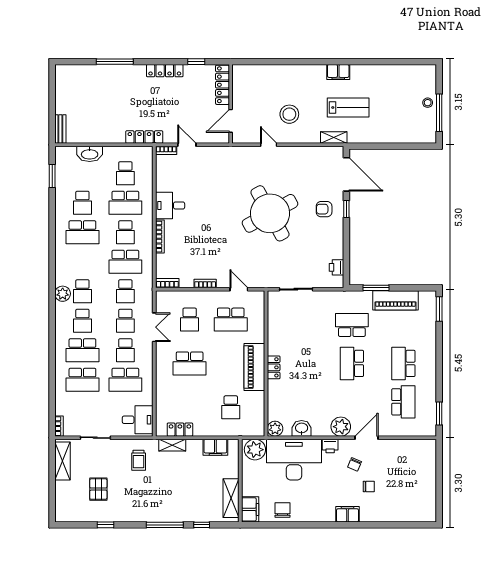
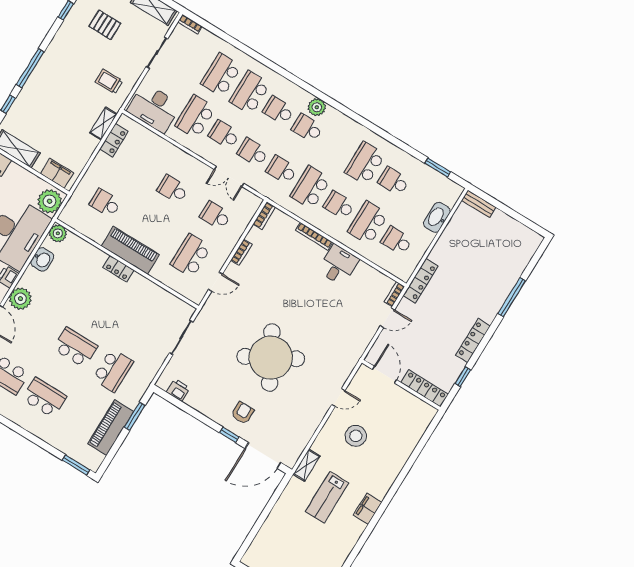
school desk: (190, 363) -> (173, 189), width x0.54
desk: (138, 420) -> (154, 108), width x1.37
filing cabinet: (215, 447) -> (57, 173), moved, turned 90

